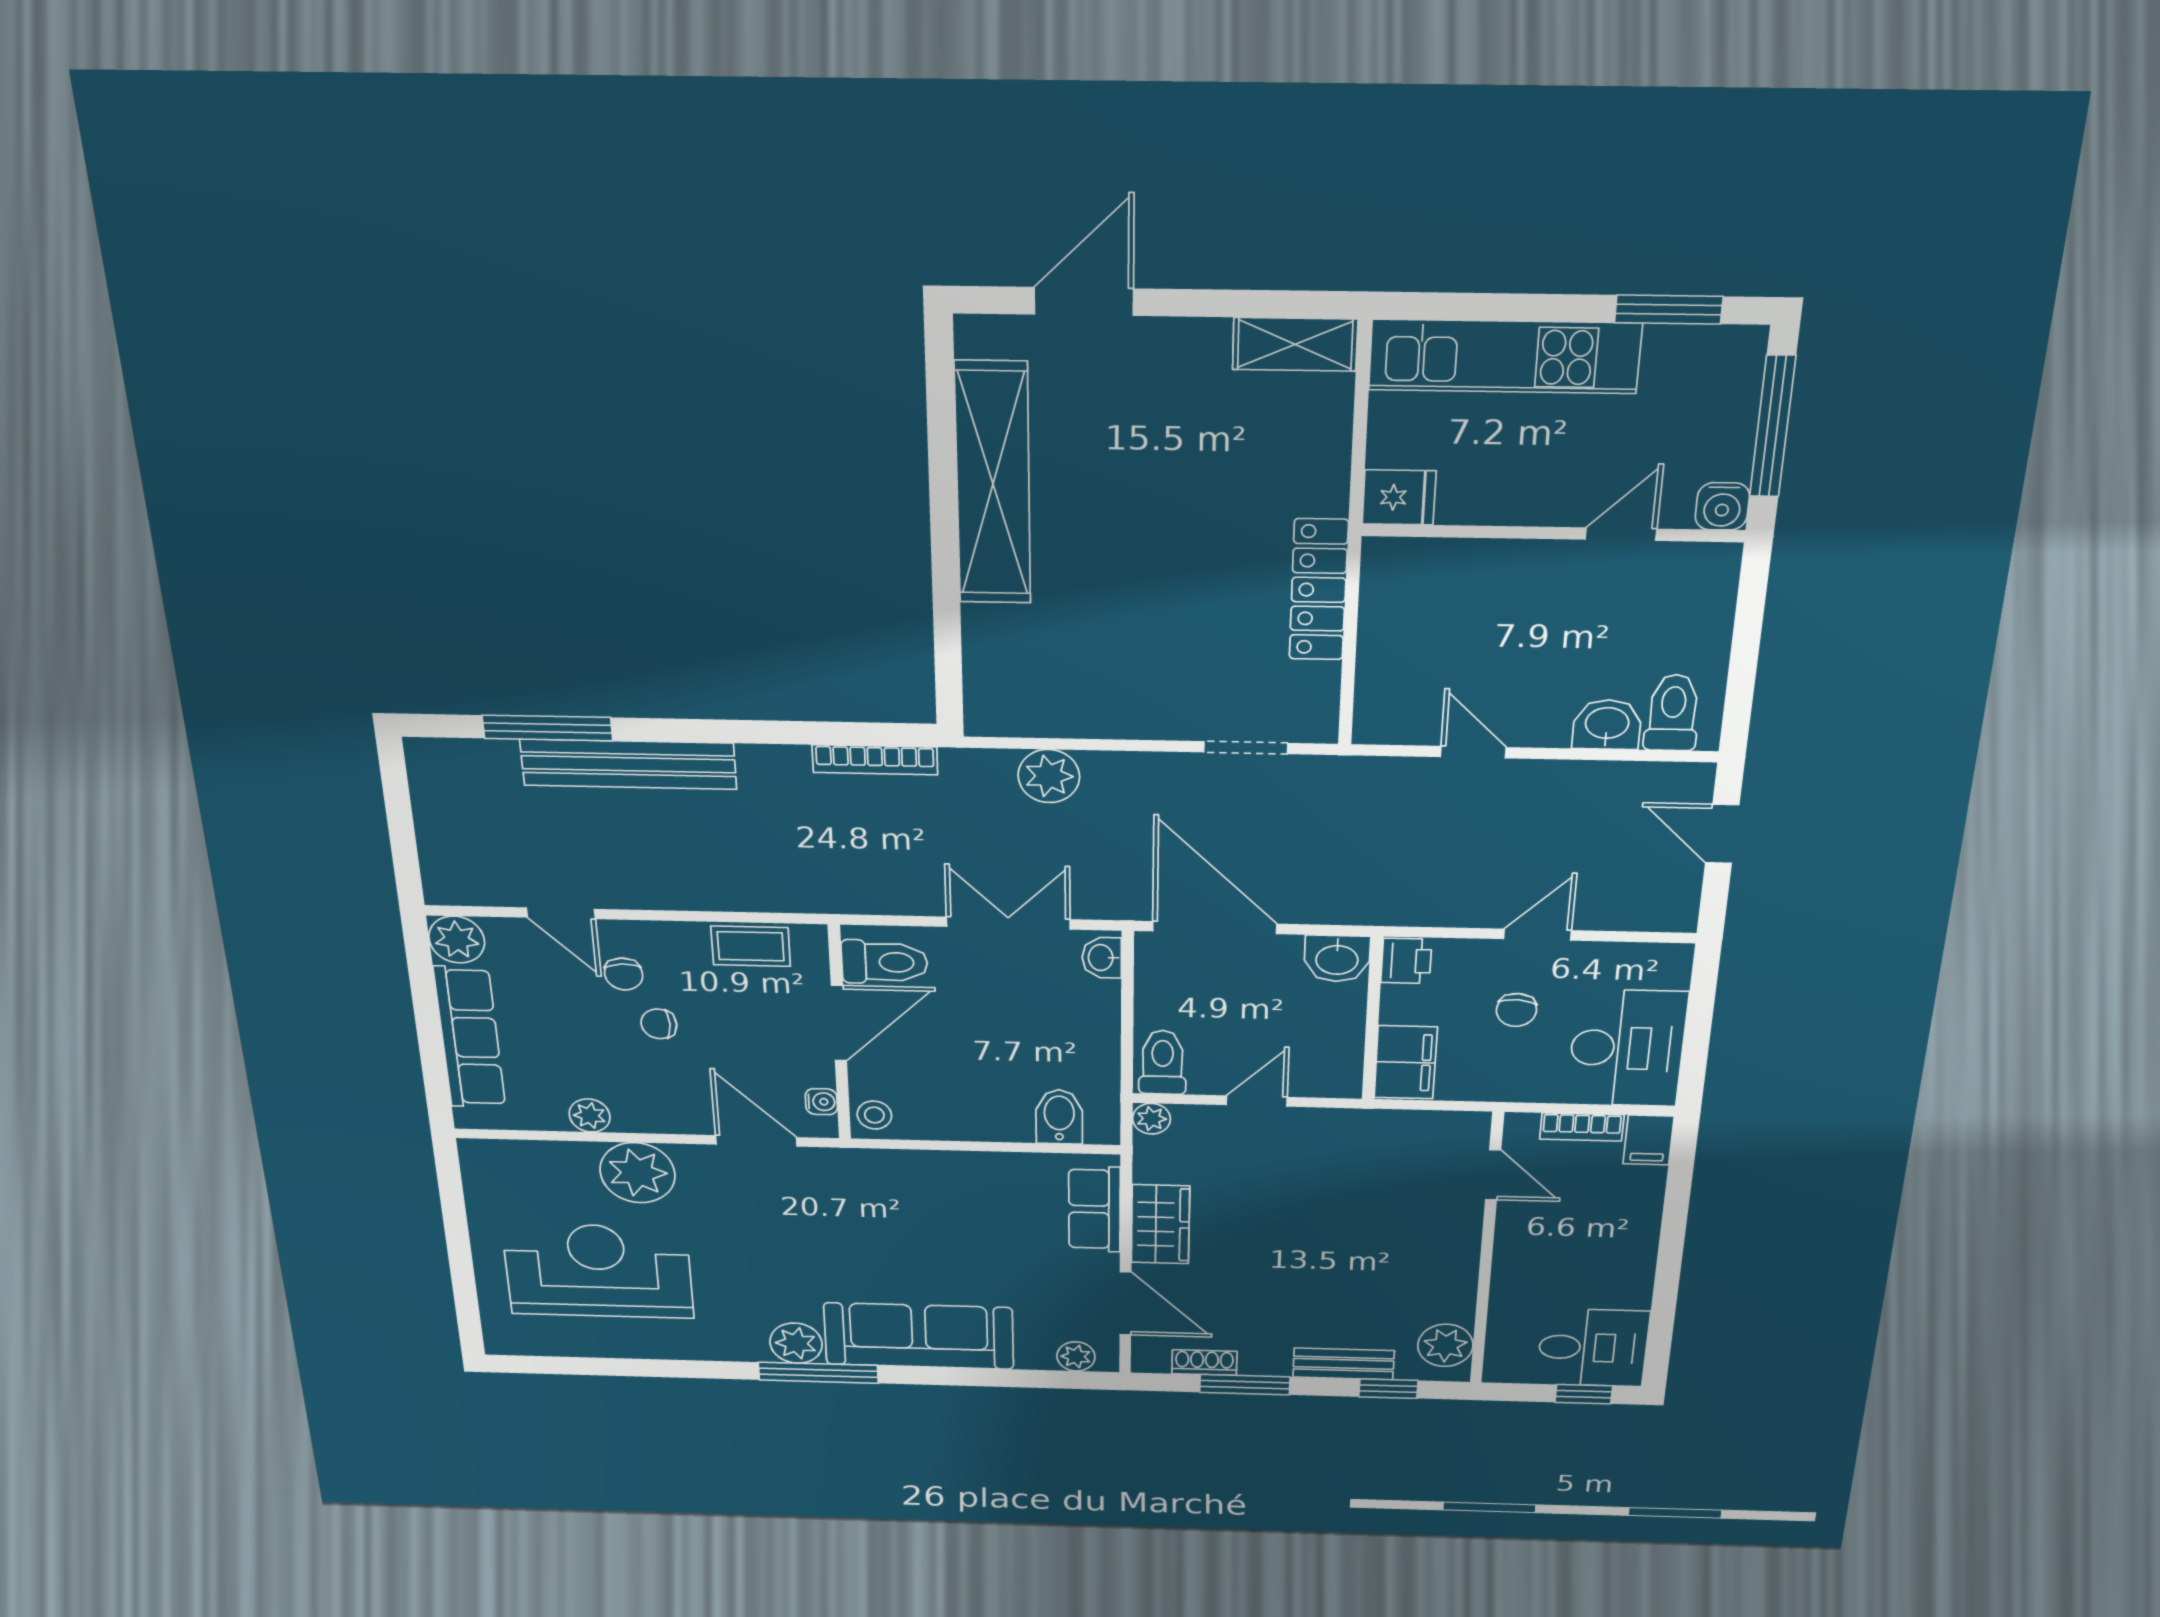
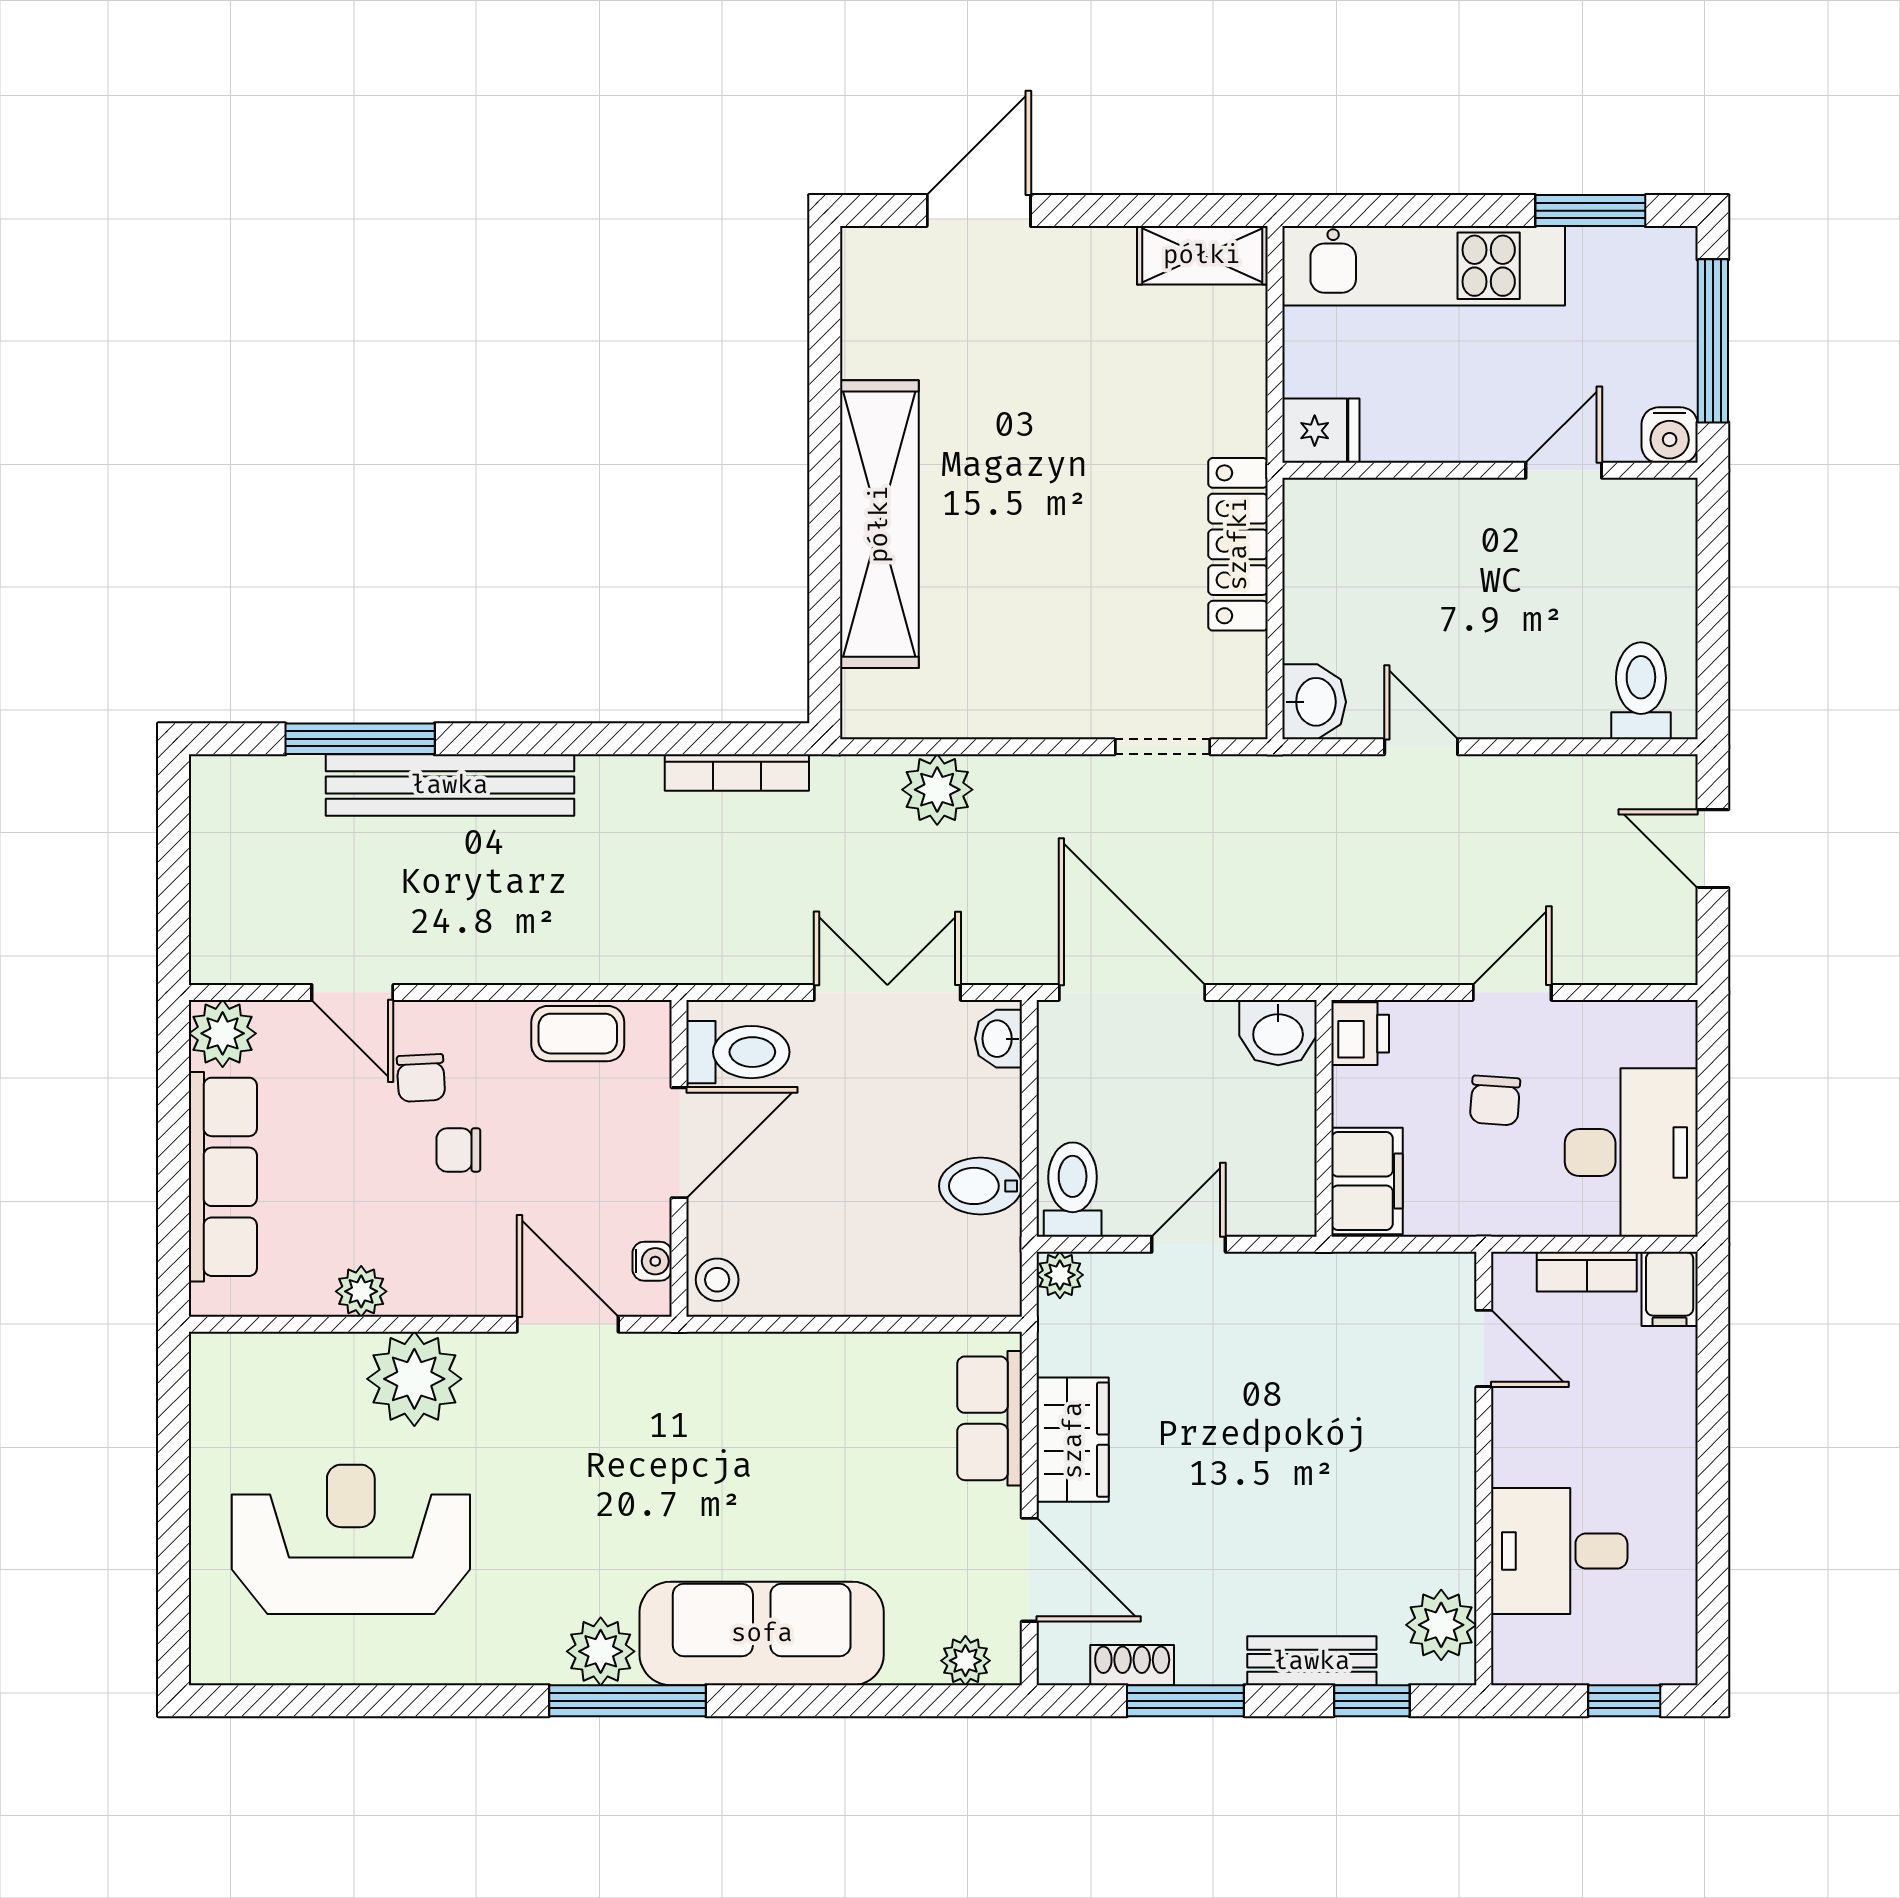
shelving: (993, 484) -> (879, 524), moved
washbasin: (1607, 725) -> (1314, 702), moved, turned 90
bidet: (1059, 1117) -> (981, 1186), moved, turned -90
desk: (1593, 1348) -> (1559, 1551), moved, turned 180

